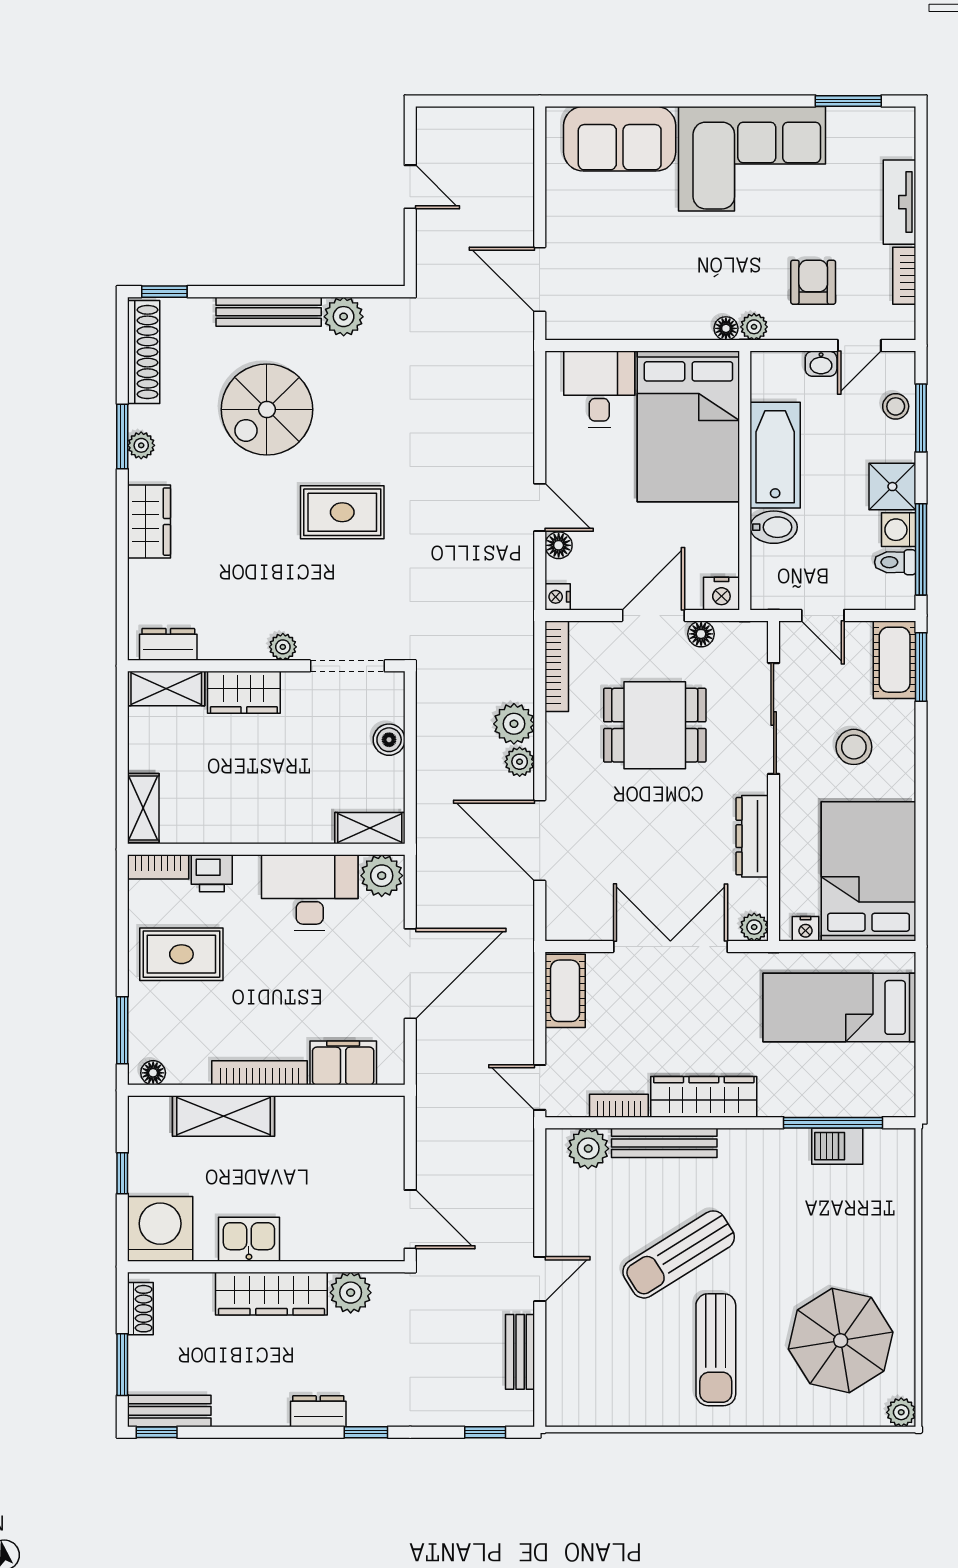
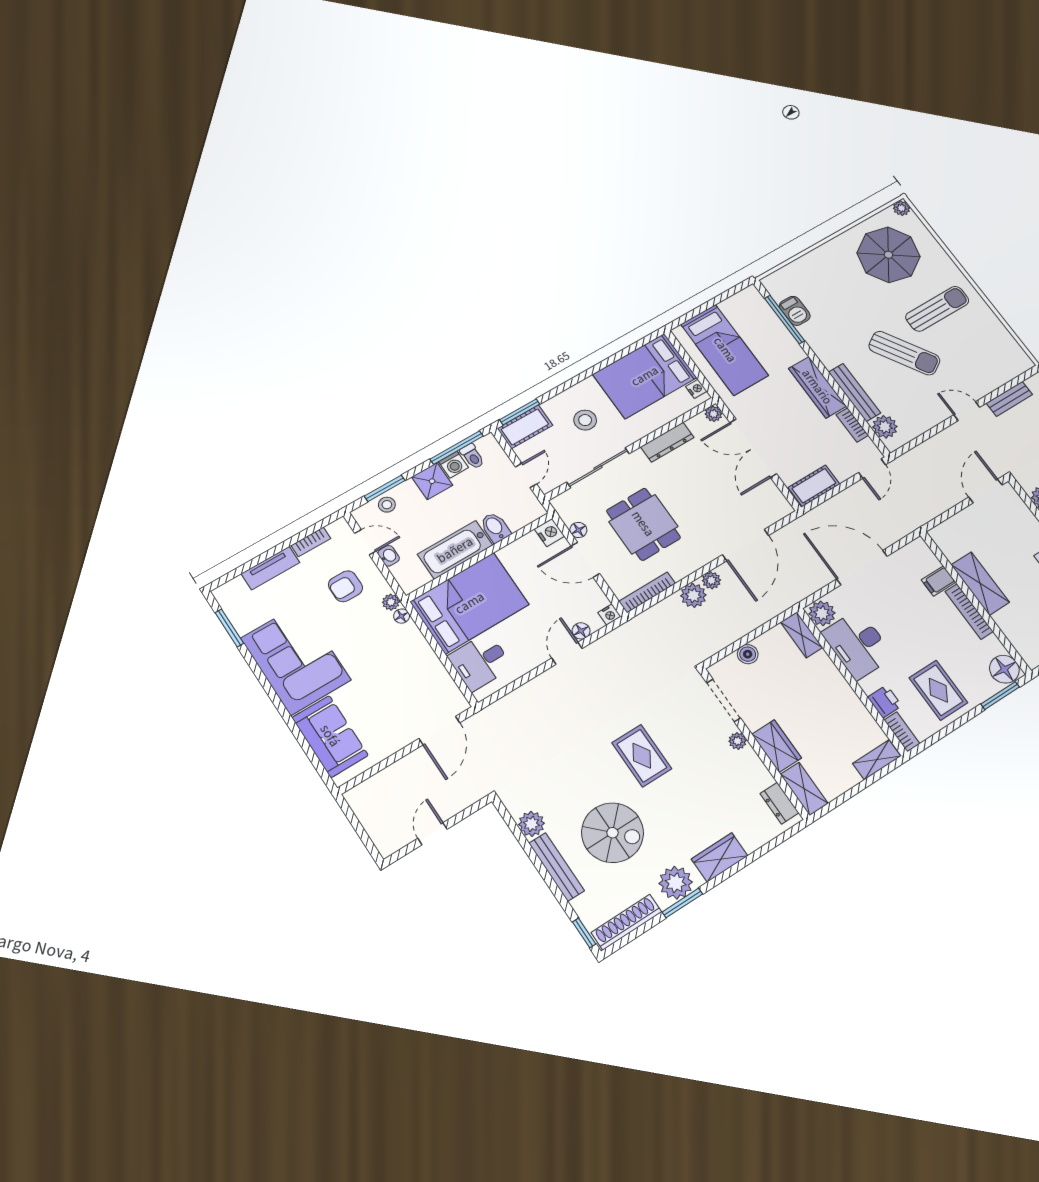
plant: (141, 445) -> (676, 883), width x1.88, depth x1.88
filing cabinet: (343, 1063) -> (939, 581), width x0.50
floor lamp: (153, 1073) -> (1004, 669), width x1.89, depth x1.89
shelving: (223, 1116) -> (980, 584), moved

